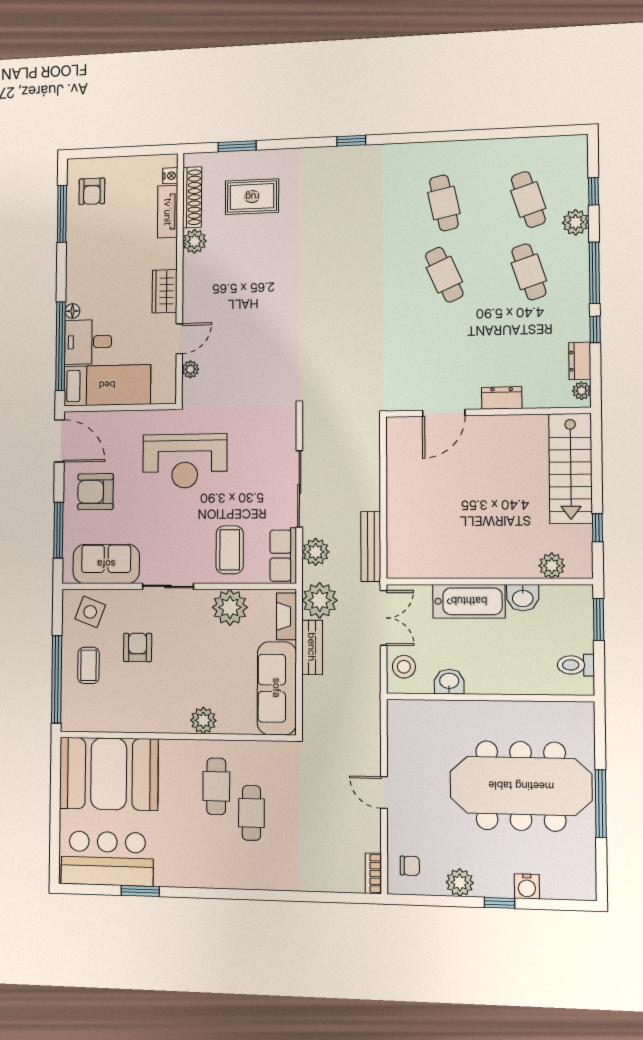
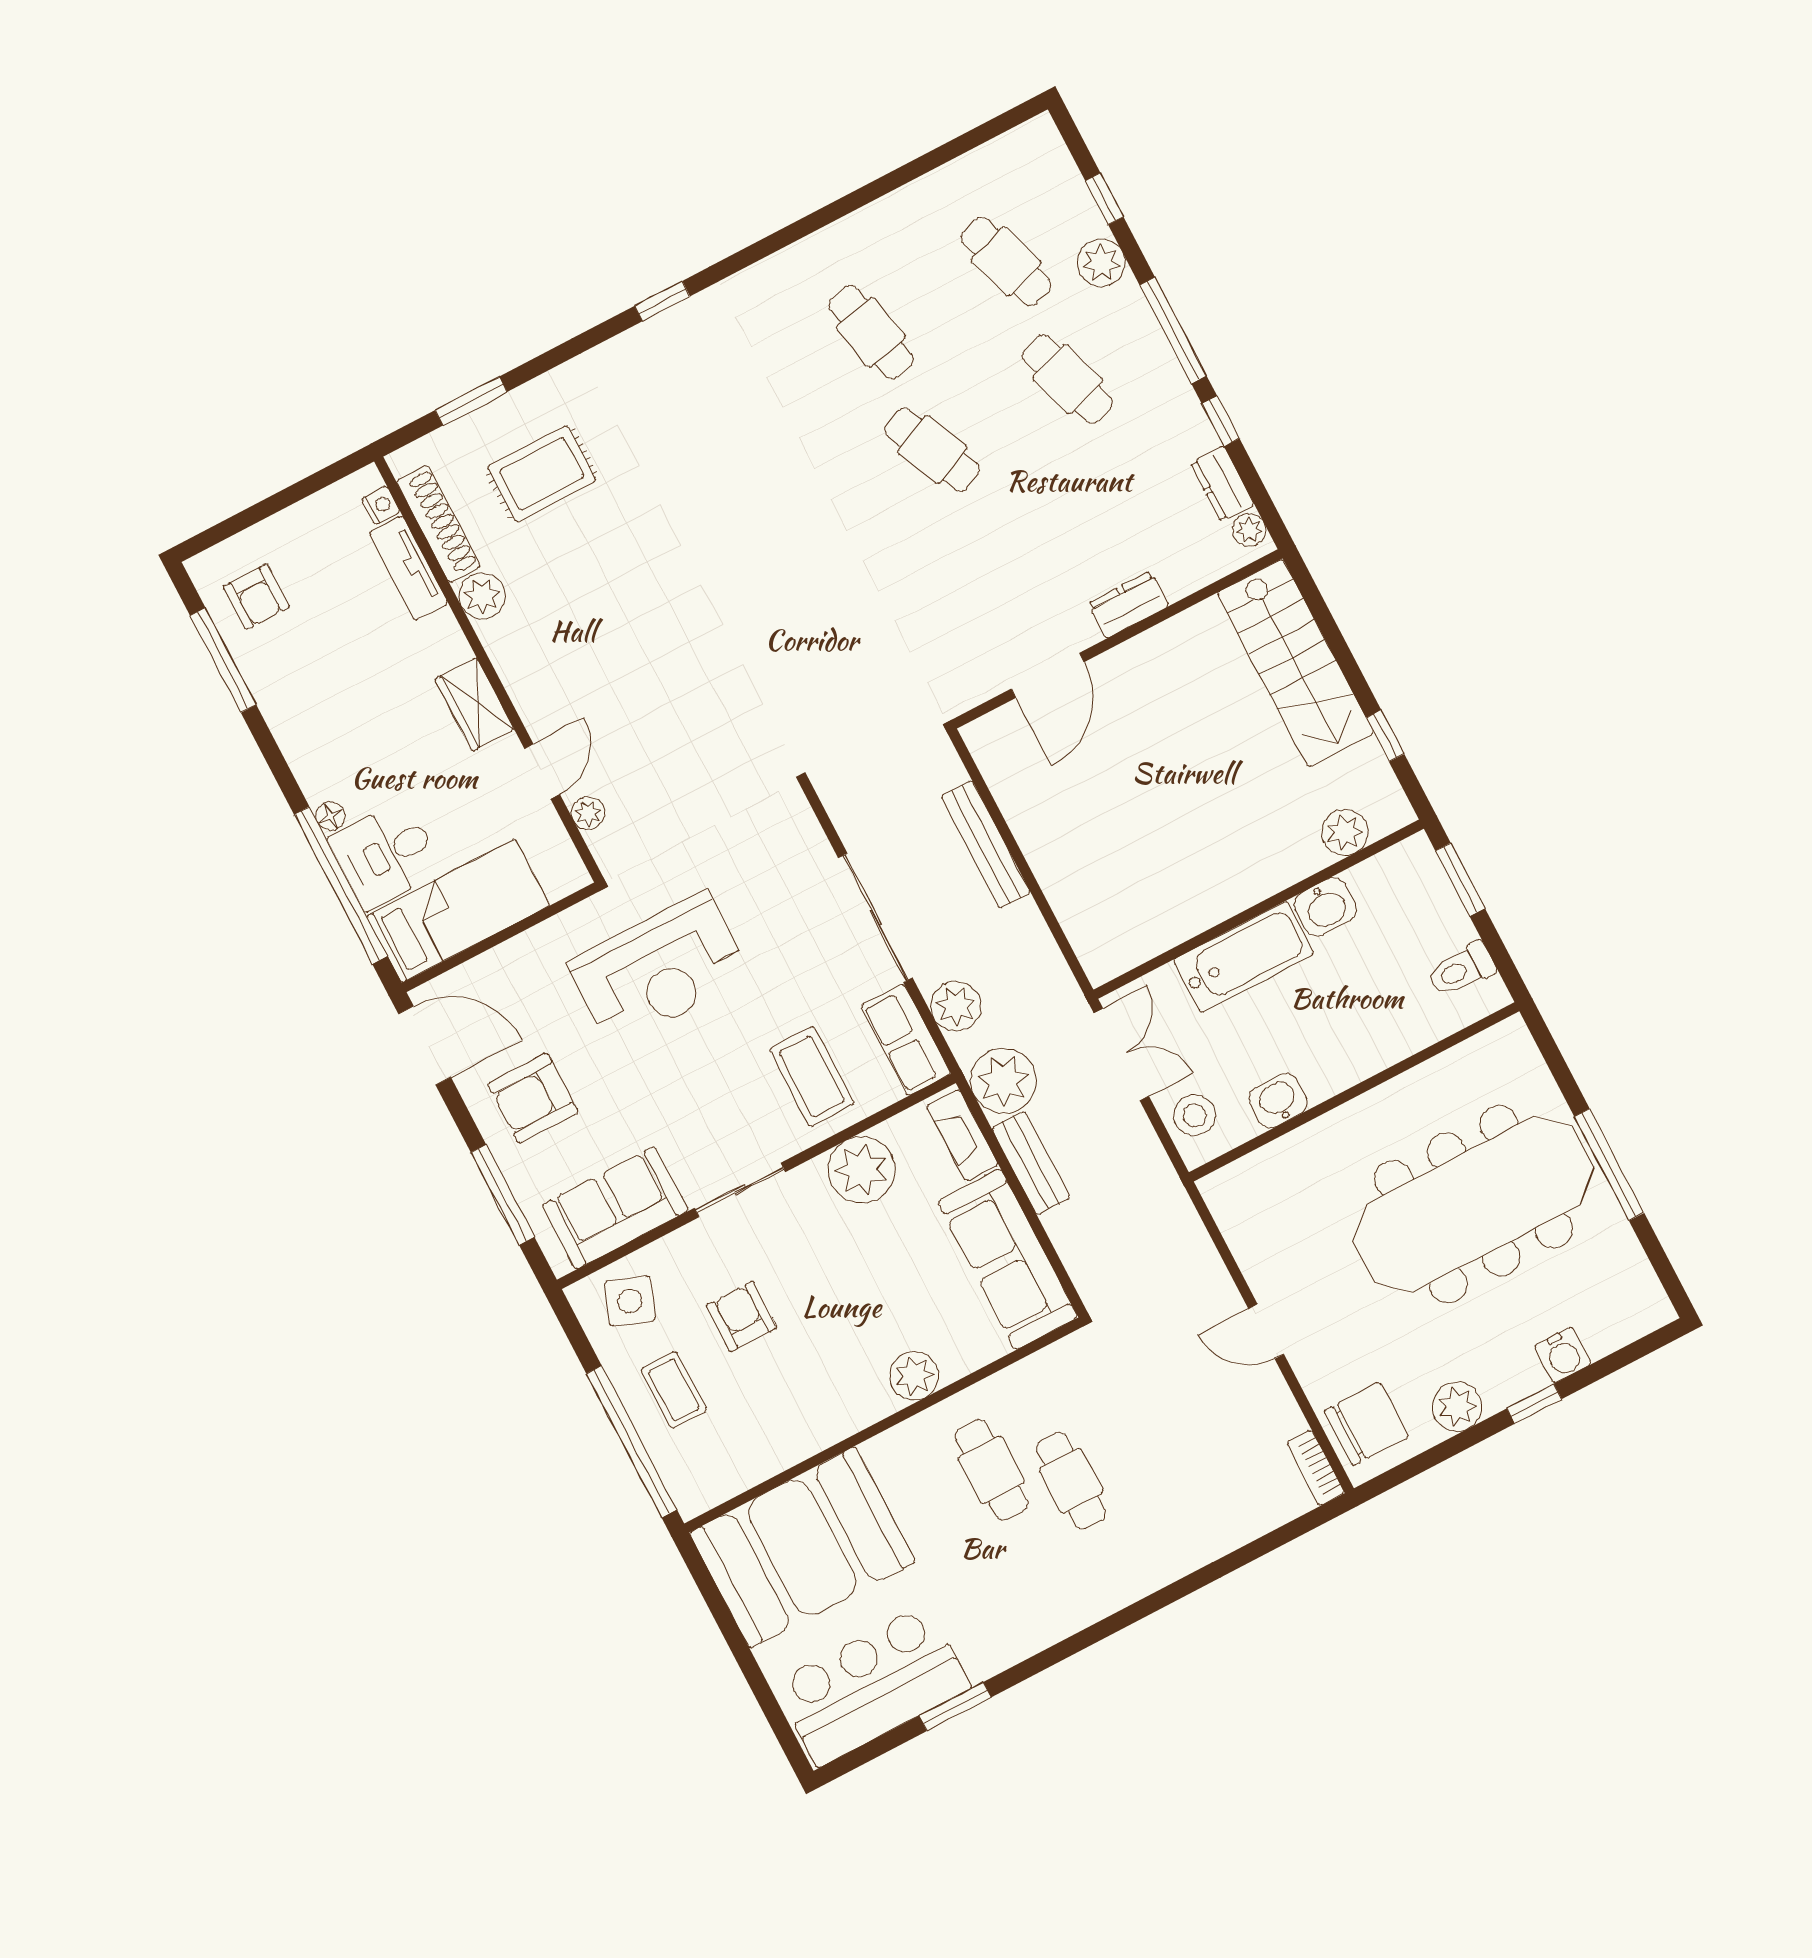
bench: (371, 547) -> (986, 844), moved
chair: (410, 866) -> (1366, 1424), width x1.87, depth x1.87

